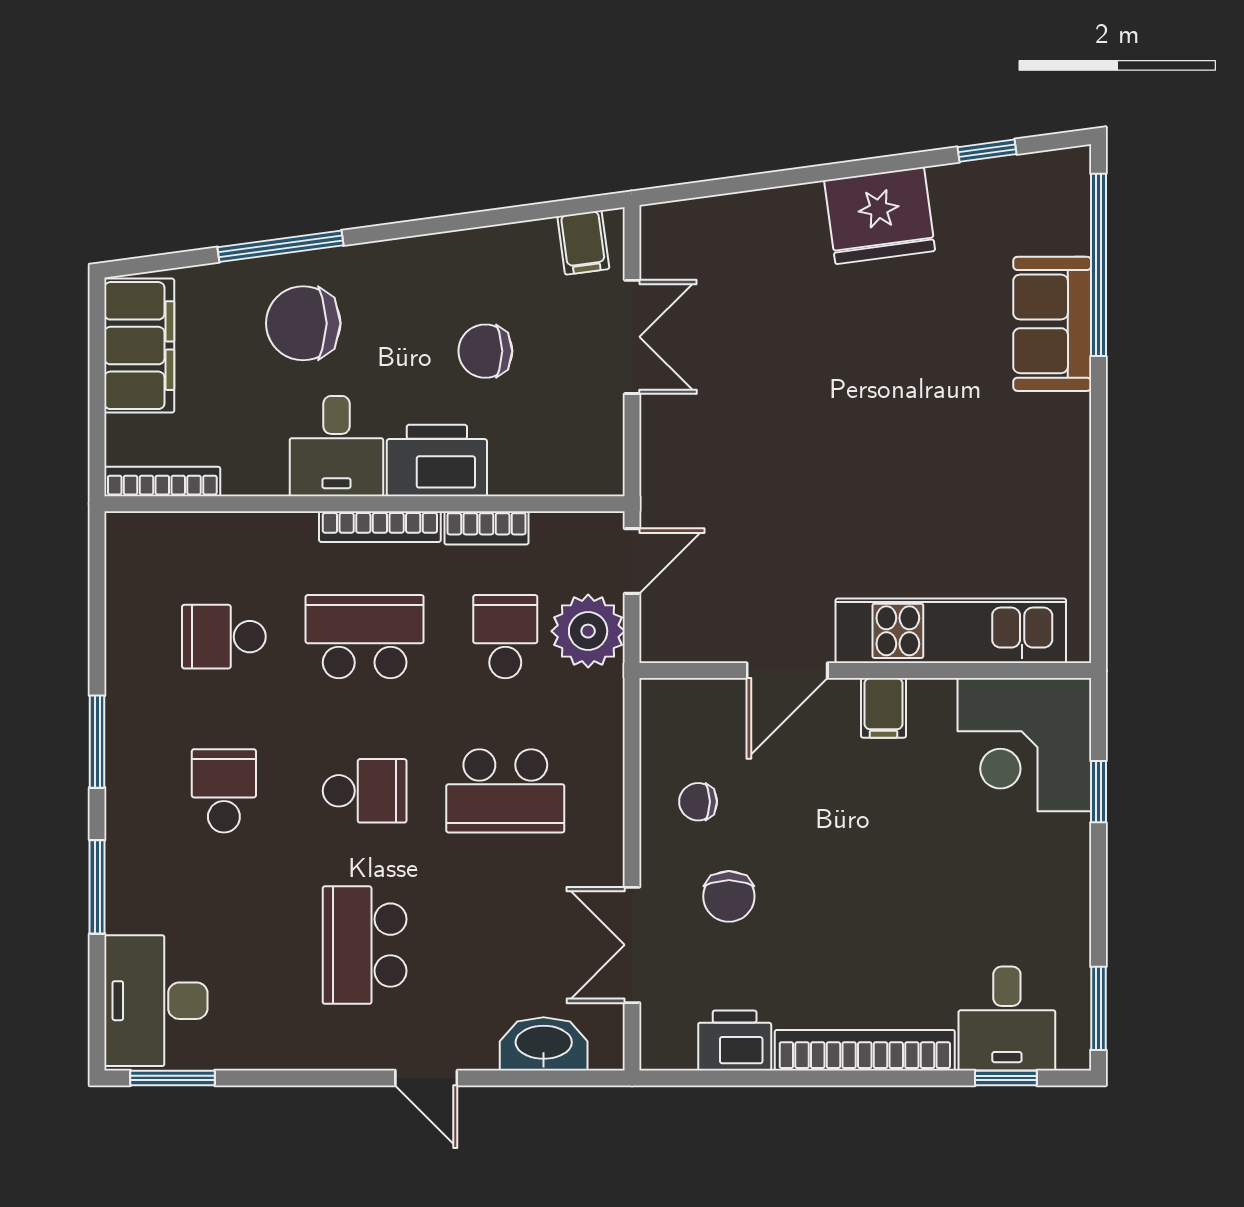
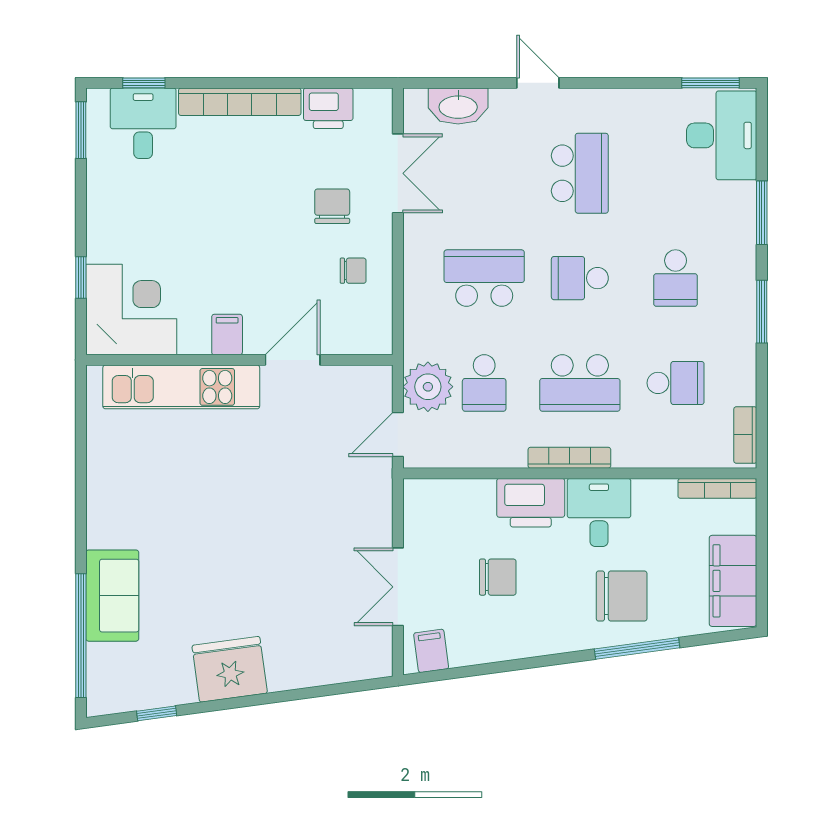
bookcase: (486, 528) -> (745, 435), moved, turned -90

